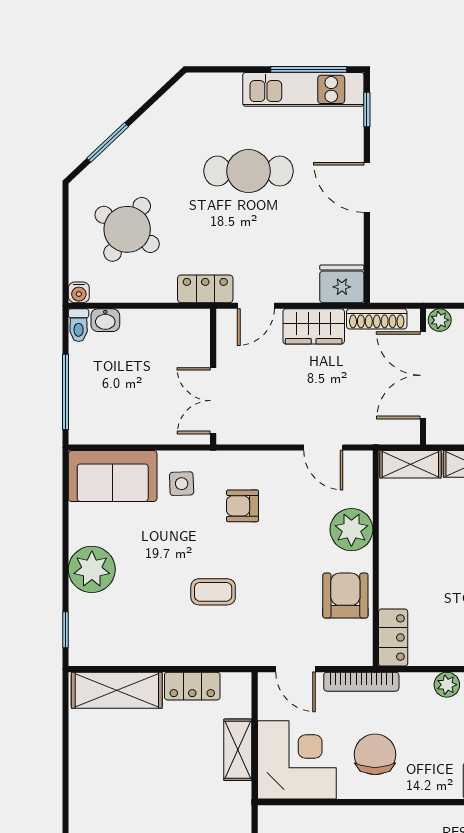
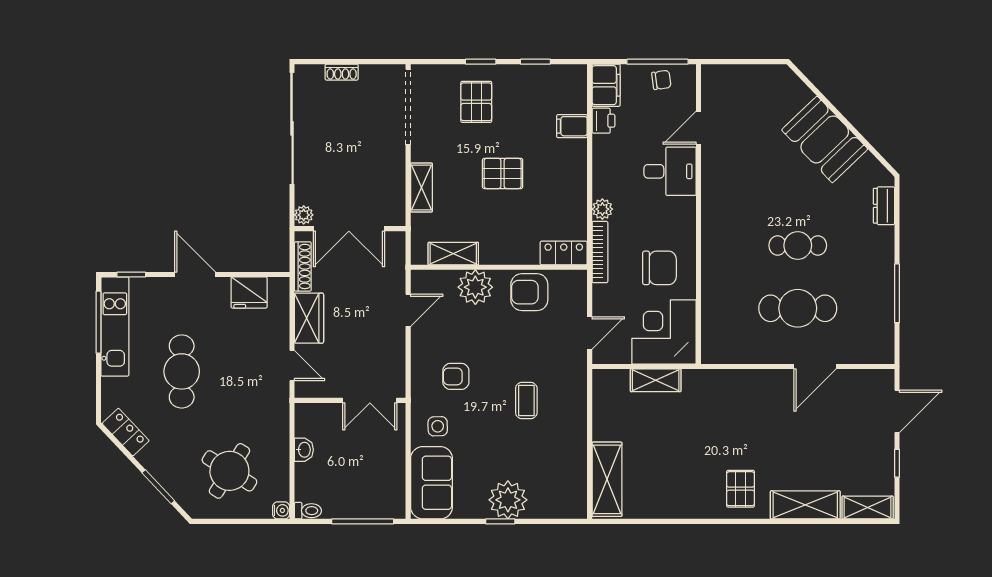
door: (367, 187) -> (195, 275), swing flipped
fridge: (342, 284) -> (249, 293), moved, turned -90
locker: (205, 289) -> (126, 432), moved, turned 137
washbasin: (105, 320) -> (304, 450), moved
shelving: (410, 464) -> (453, 254), moved, turned 90
armchair: (243, 506) -> (456, 376), turned 90
window: (65, 630) -> (500, 521), moved
bookcase: (361, 682) -> (600, 252), moved
locker: (192, 686) -> (604, 418), removed
chair: (375, 754) -> (659, 268), turned 180

